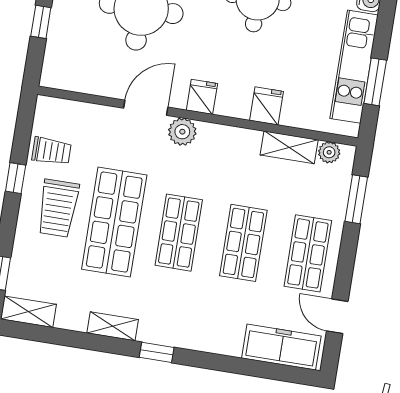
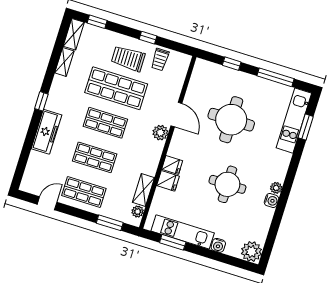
fridge: (202, 97) -> (172, 165), moved
shelving: (113, 326) -> (64, 62), moved
freezer: (281, 347) -> (46, 132), moved

